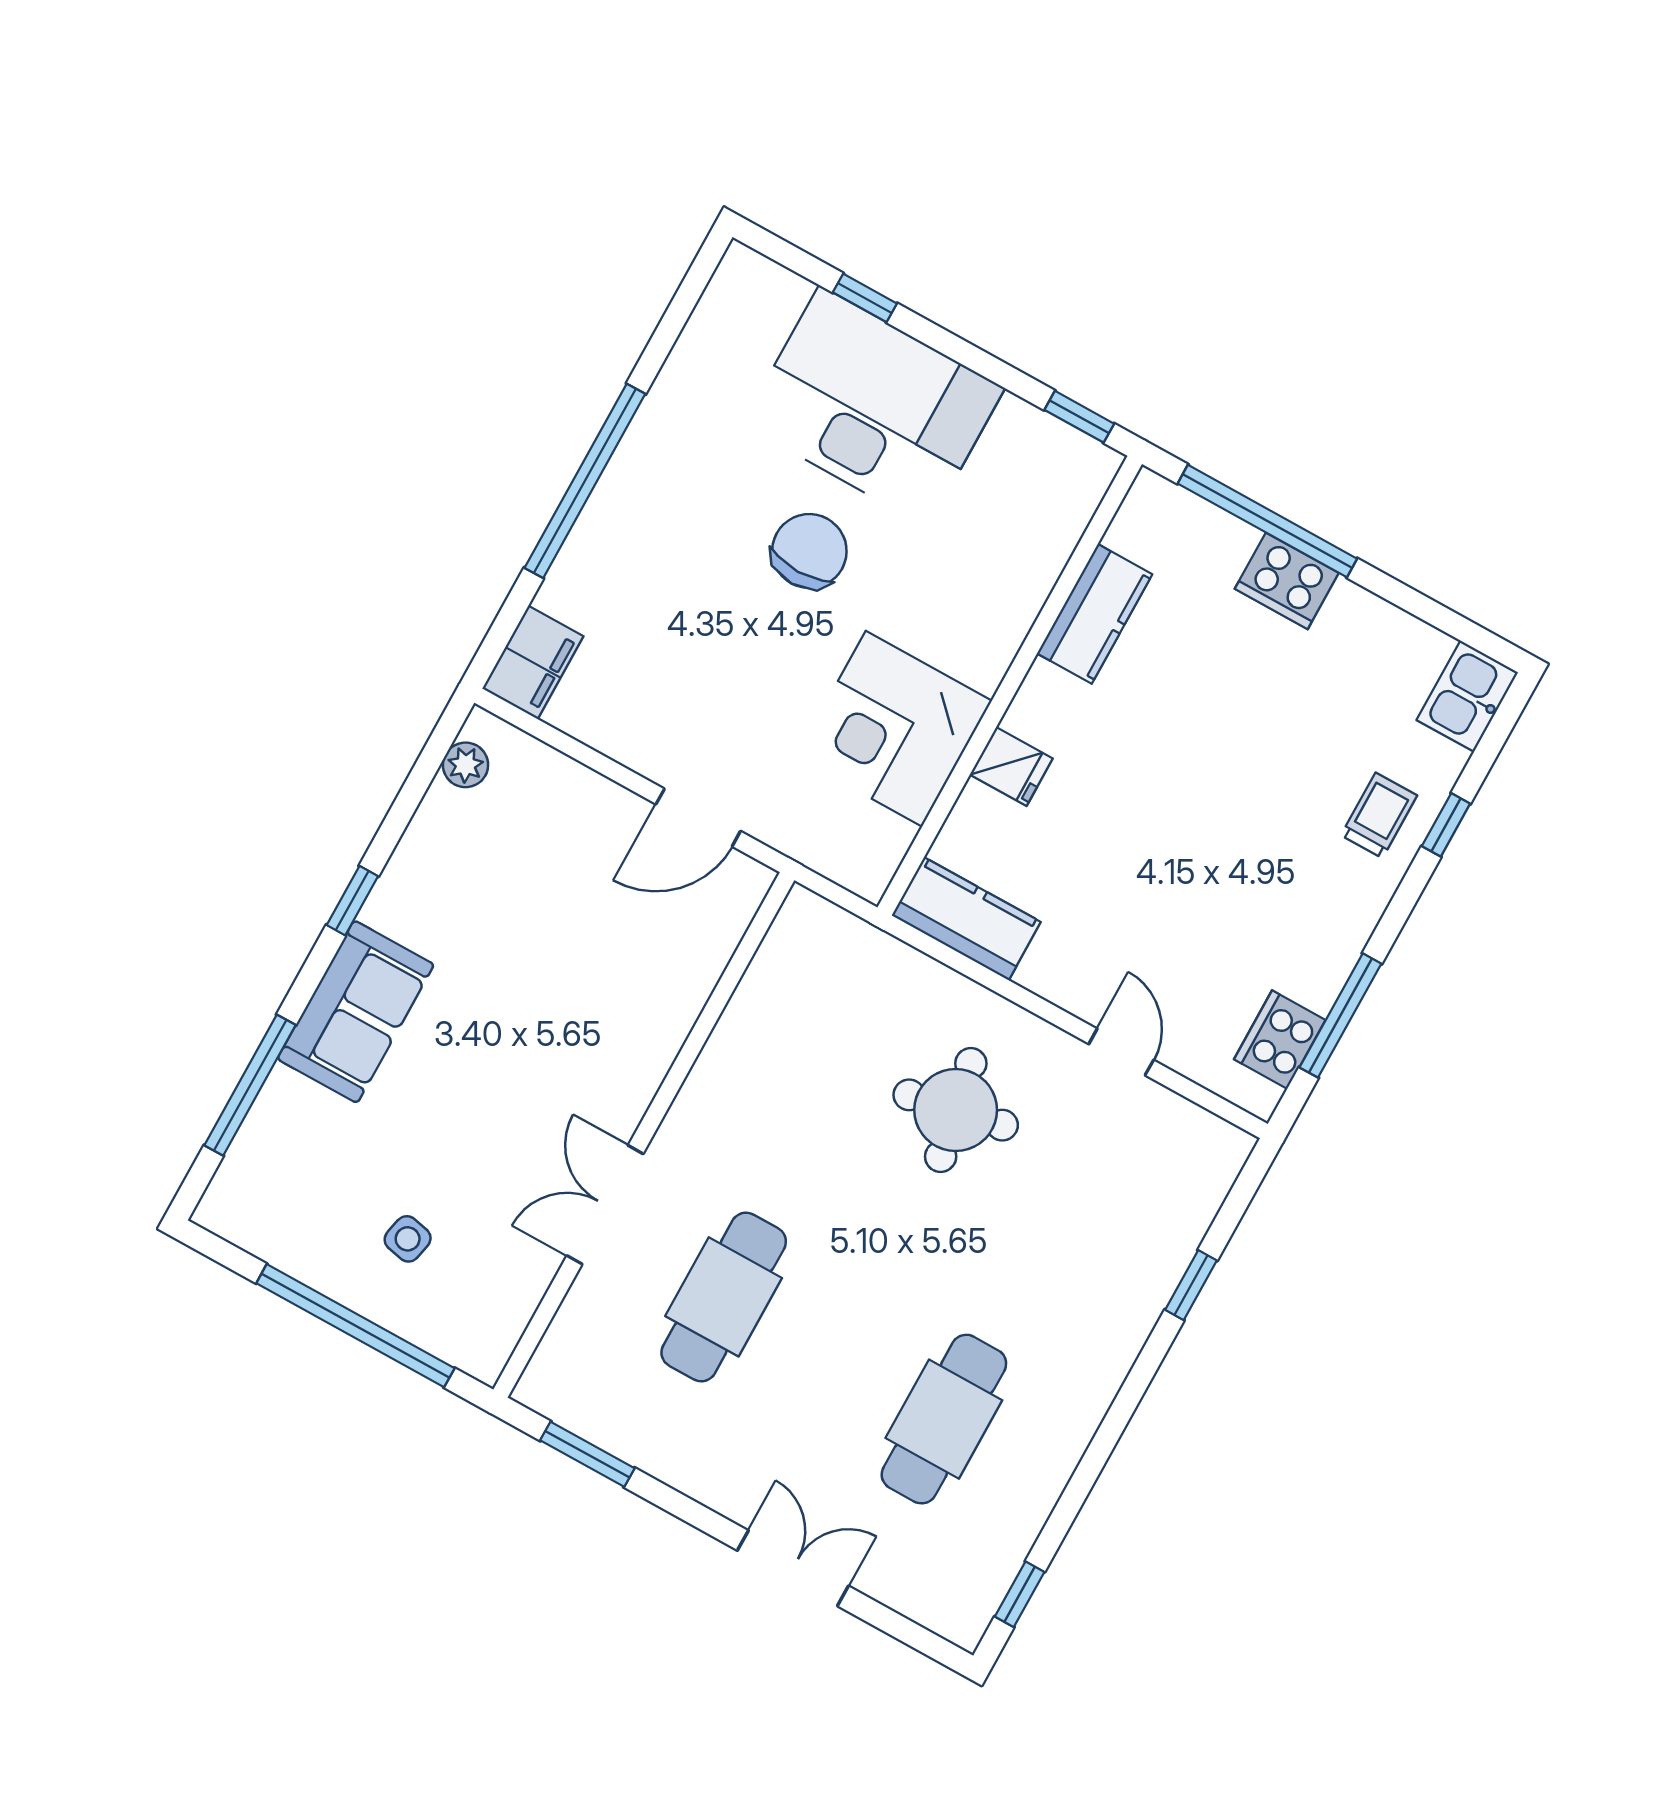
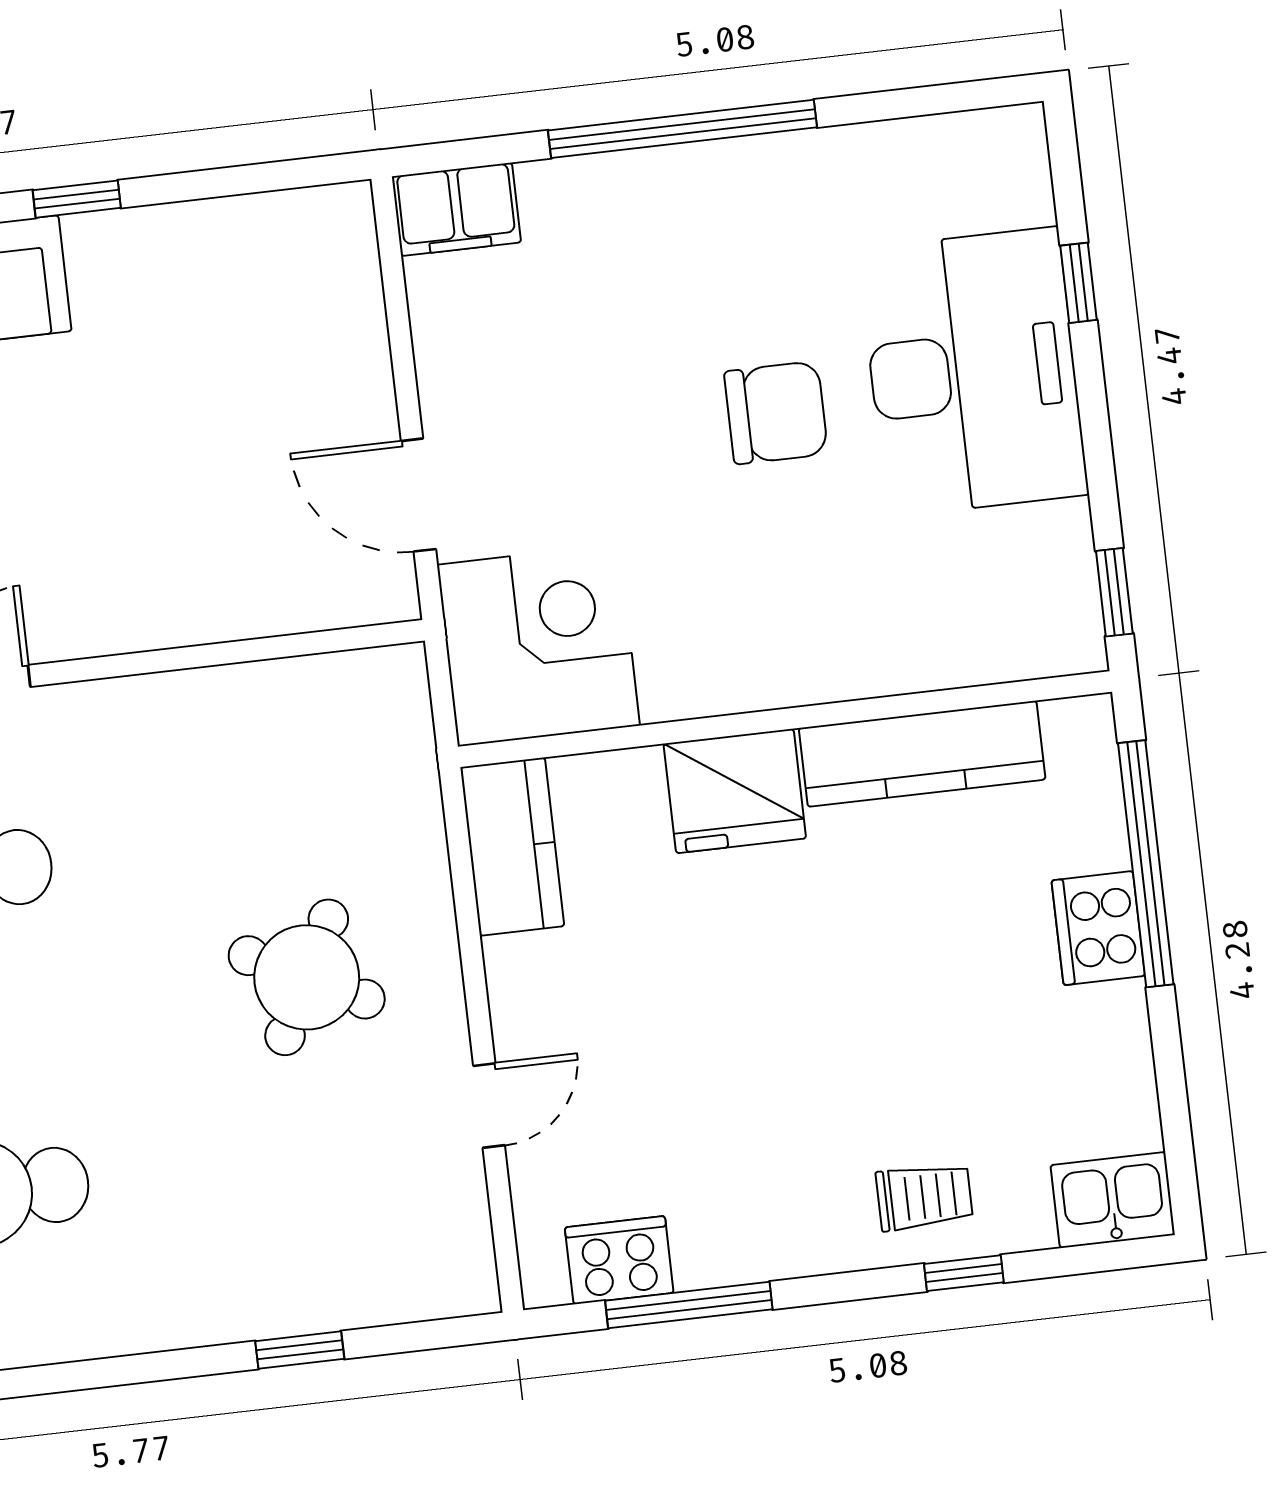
kitchen counter: (1095, 614) -> (922, 754), width x1.50
corner desk: (894, 729) -> (538, 645), moved, turned 90
plant: (466, 765) -> (301, 216), removed
fridge: (1011, 766) -> (735, 791), width x1.88, depth x1.34
round table: (956, 1110) -> (307, 977), turned 38

